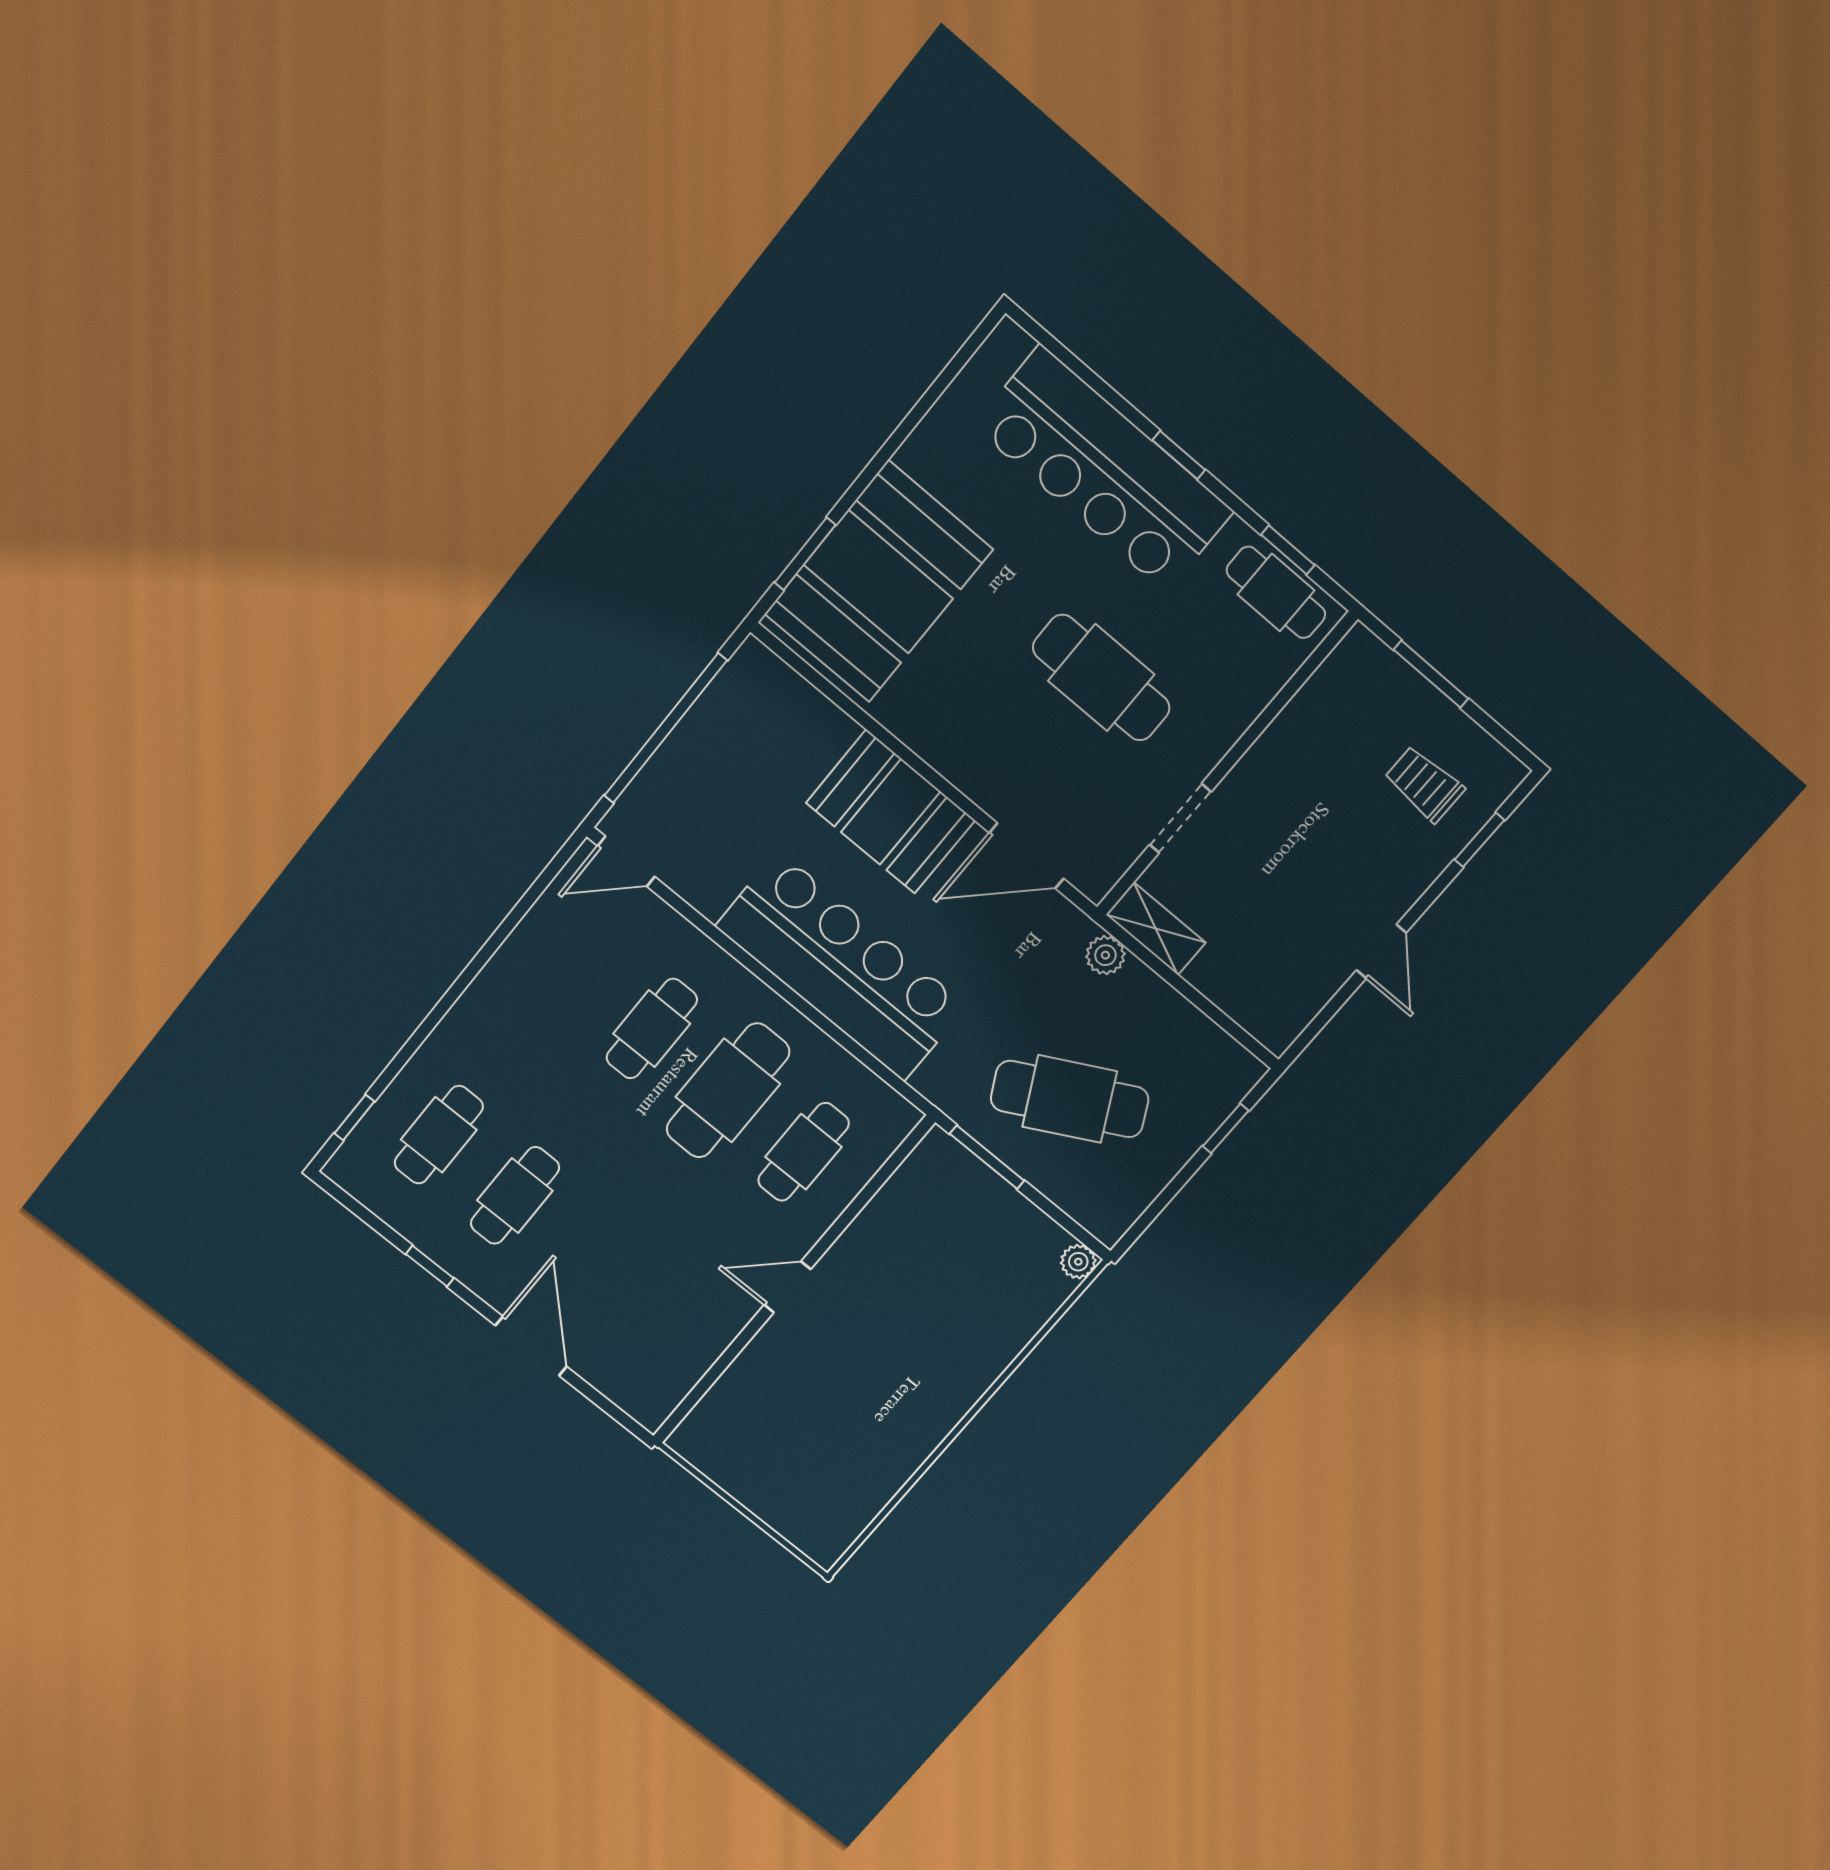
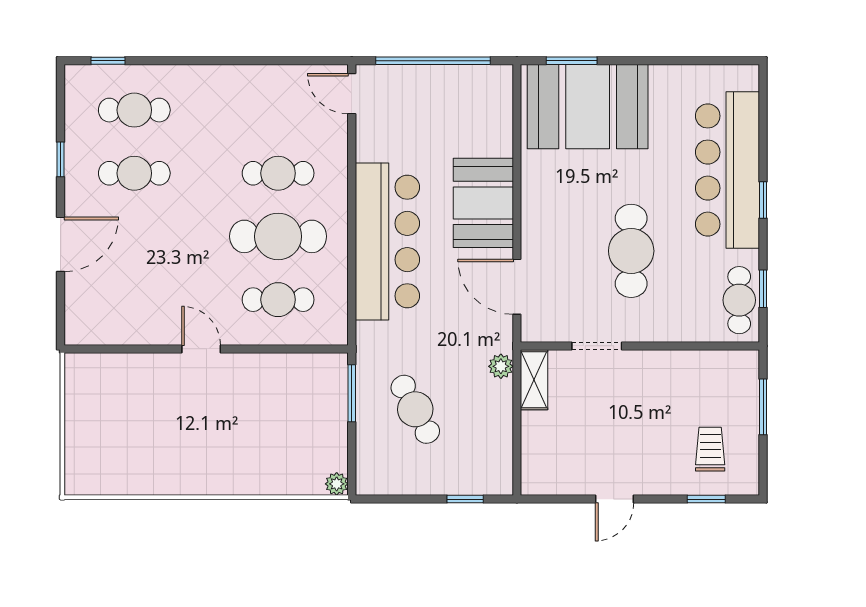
cafe table: (1070, 1099) -> (415, 409), width x0.73, depth x0.74

